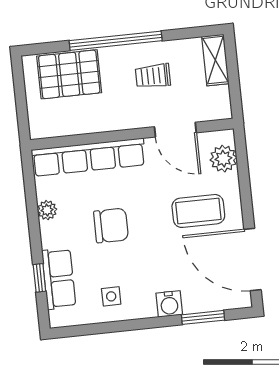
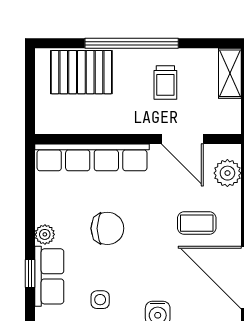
trolley: (153, 76) -> (165, 83), turned -90
plant: (47, 210) -> (45, 234), moved
coffee table: (198, 211) -> (197, 223), width x0.73, depth x0.77

